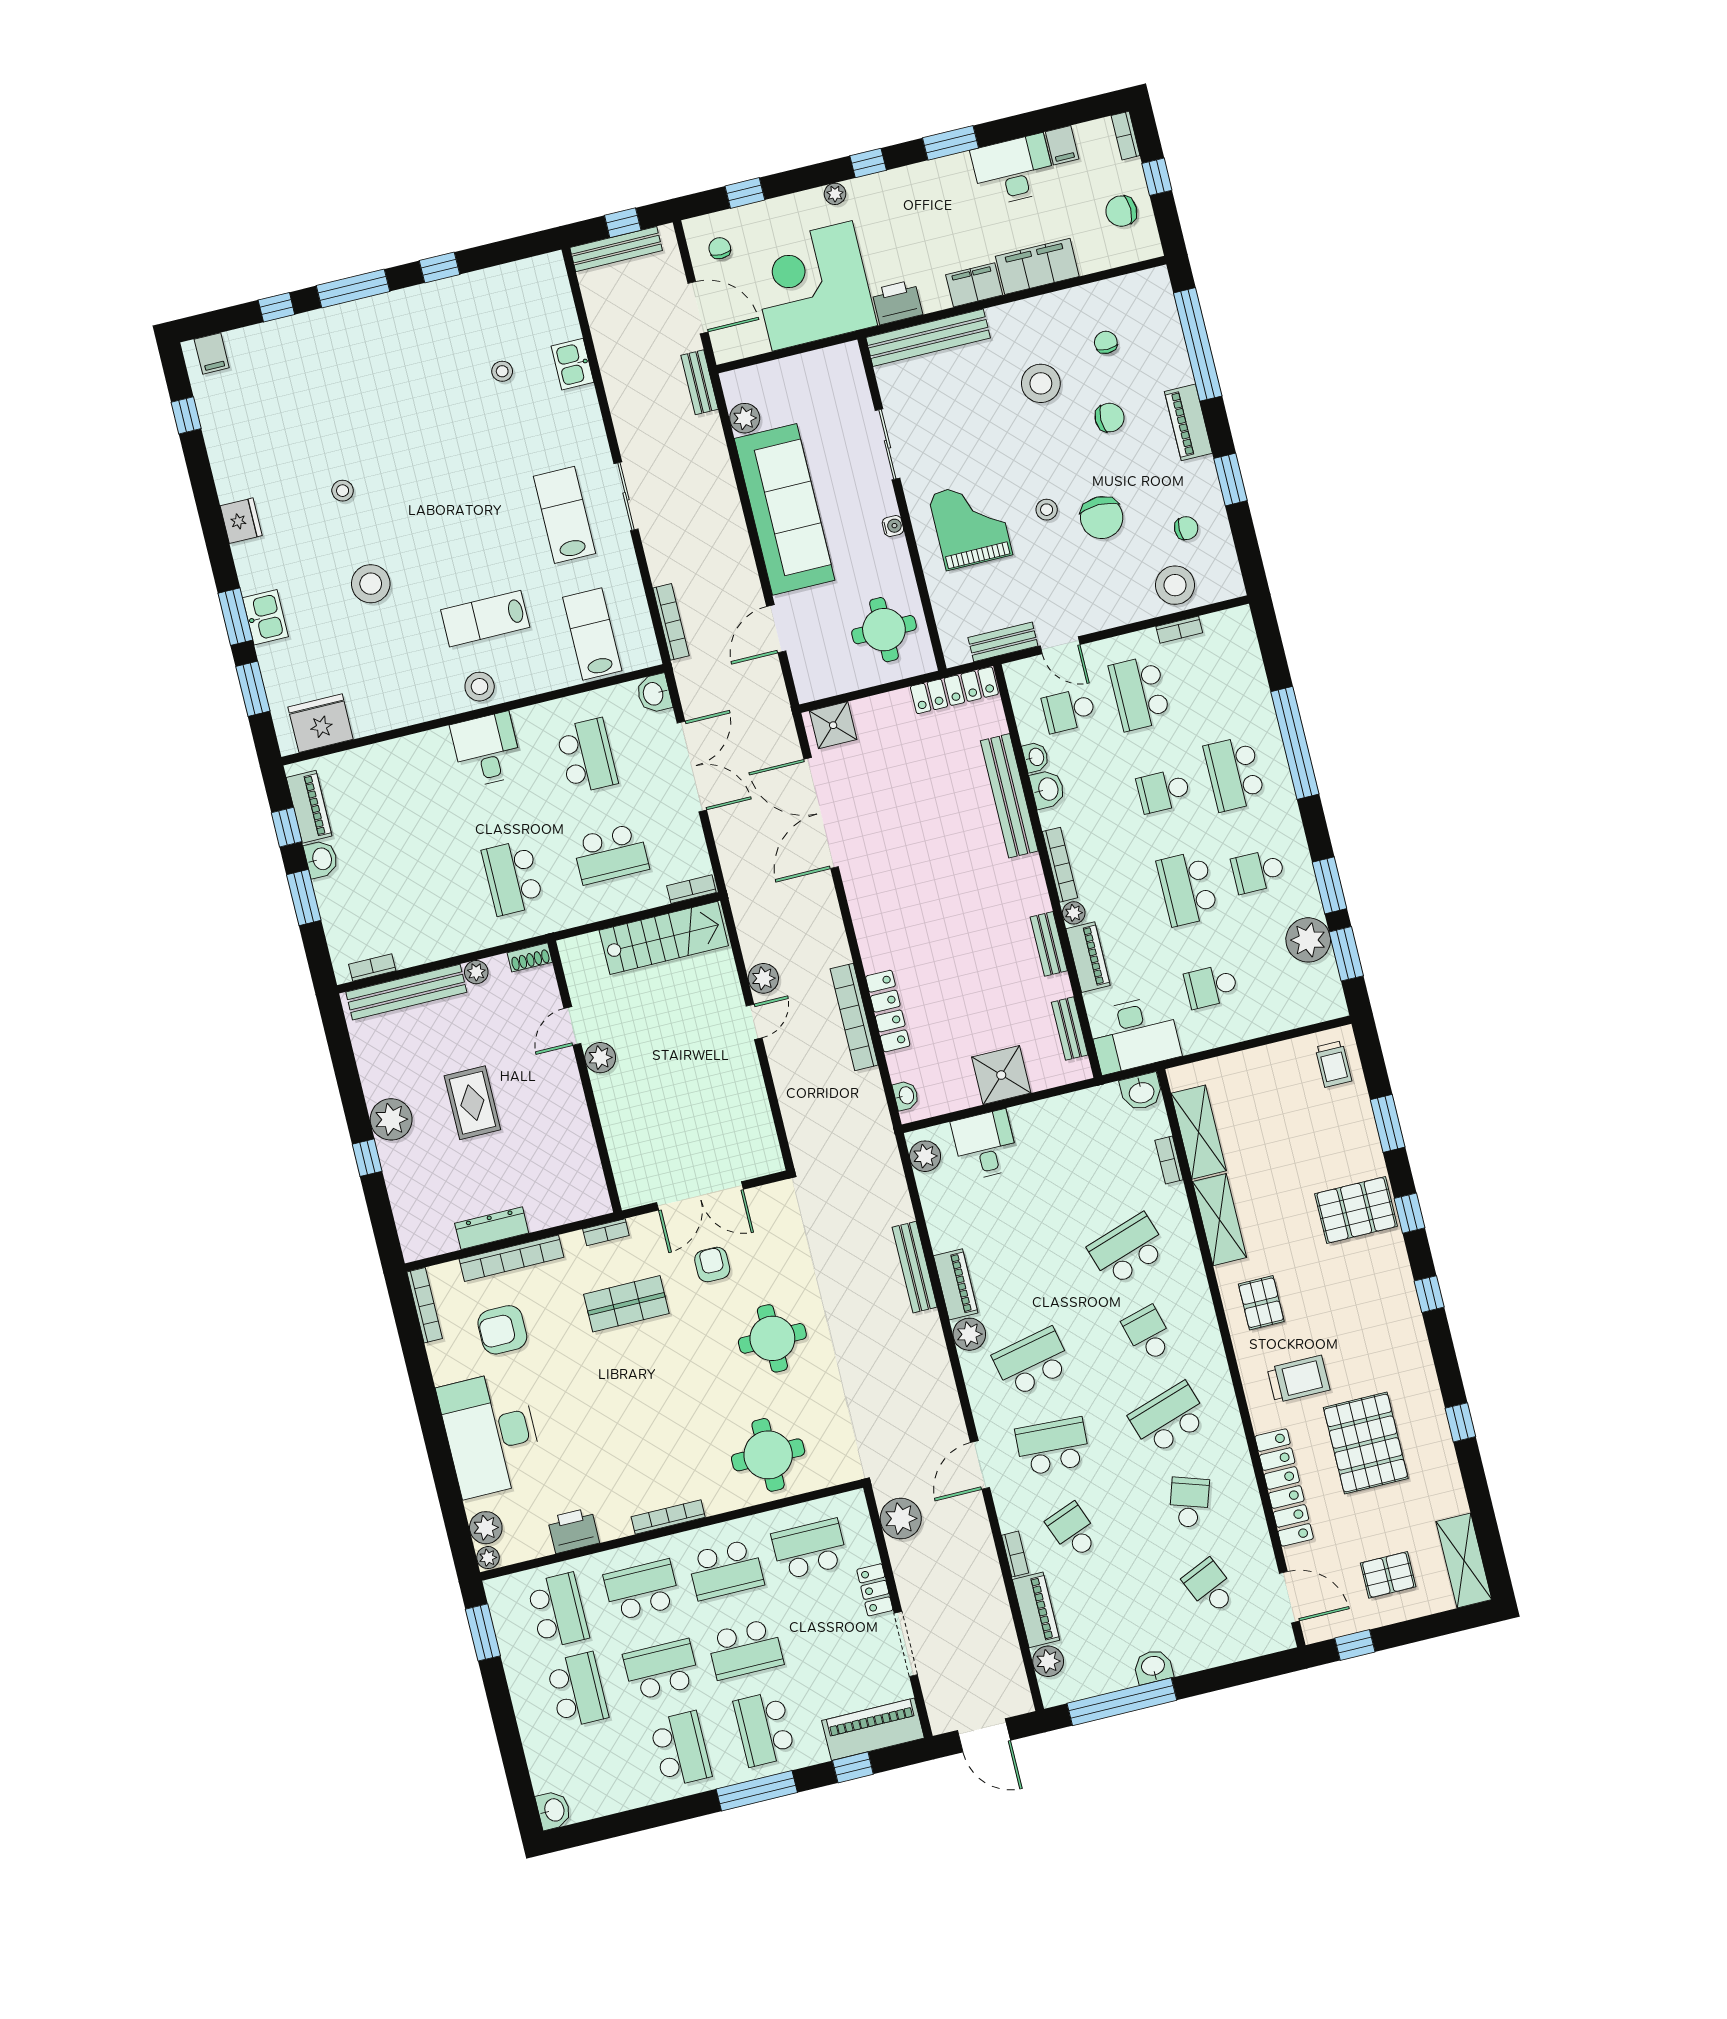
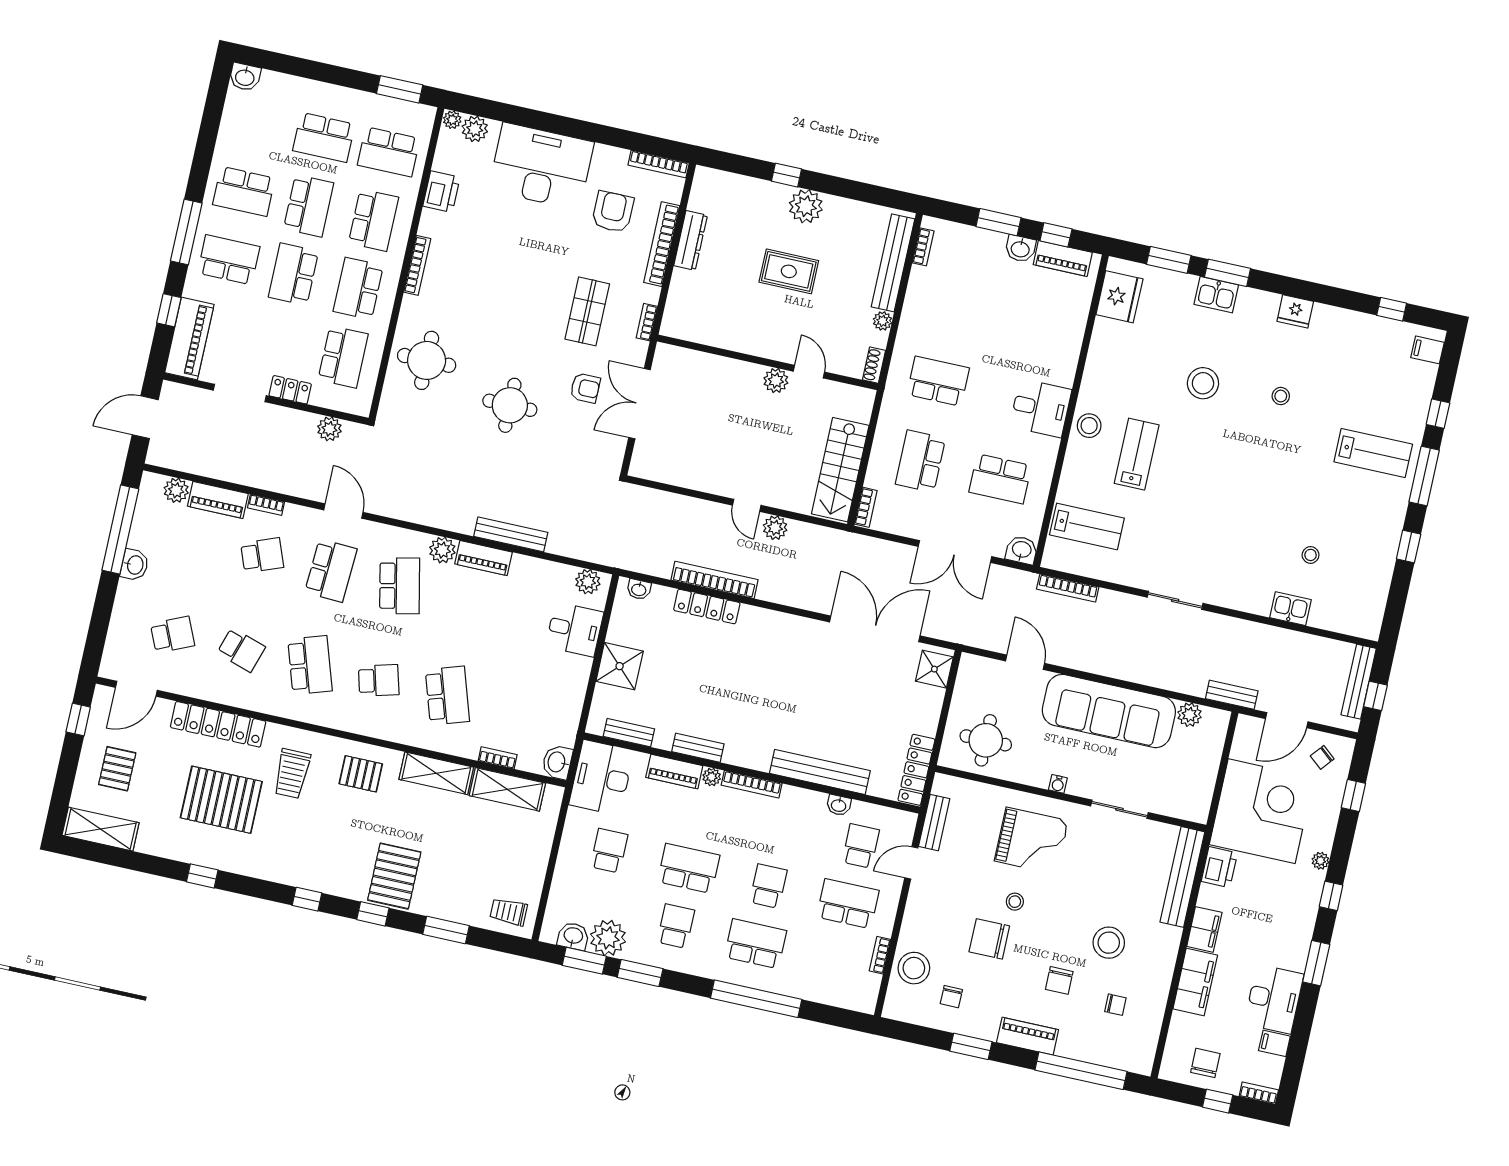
chair: (720, 248) -> (1322, 757), turned 130
lab bench: (564, 515) -> (1373, 453), moved
washbasin: (1048, 789) -> (573, 936), moved, turned 180
plant: (901, 1519) -> (329, 429), width x0.73, depth x0.73

